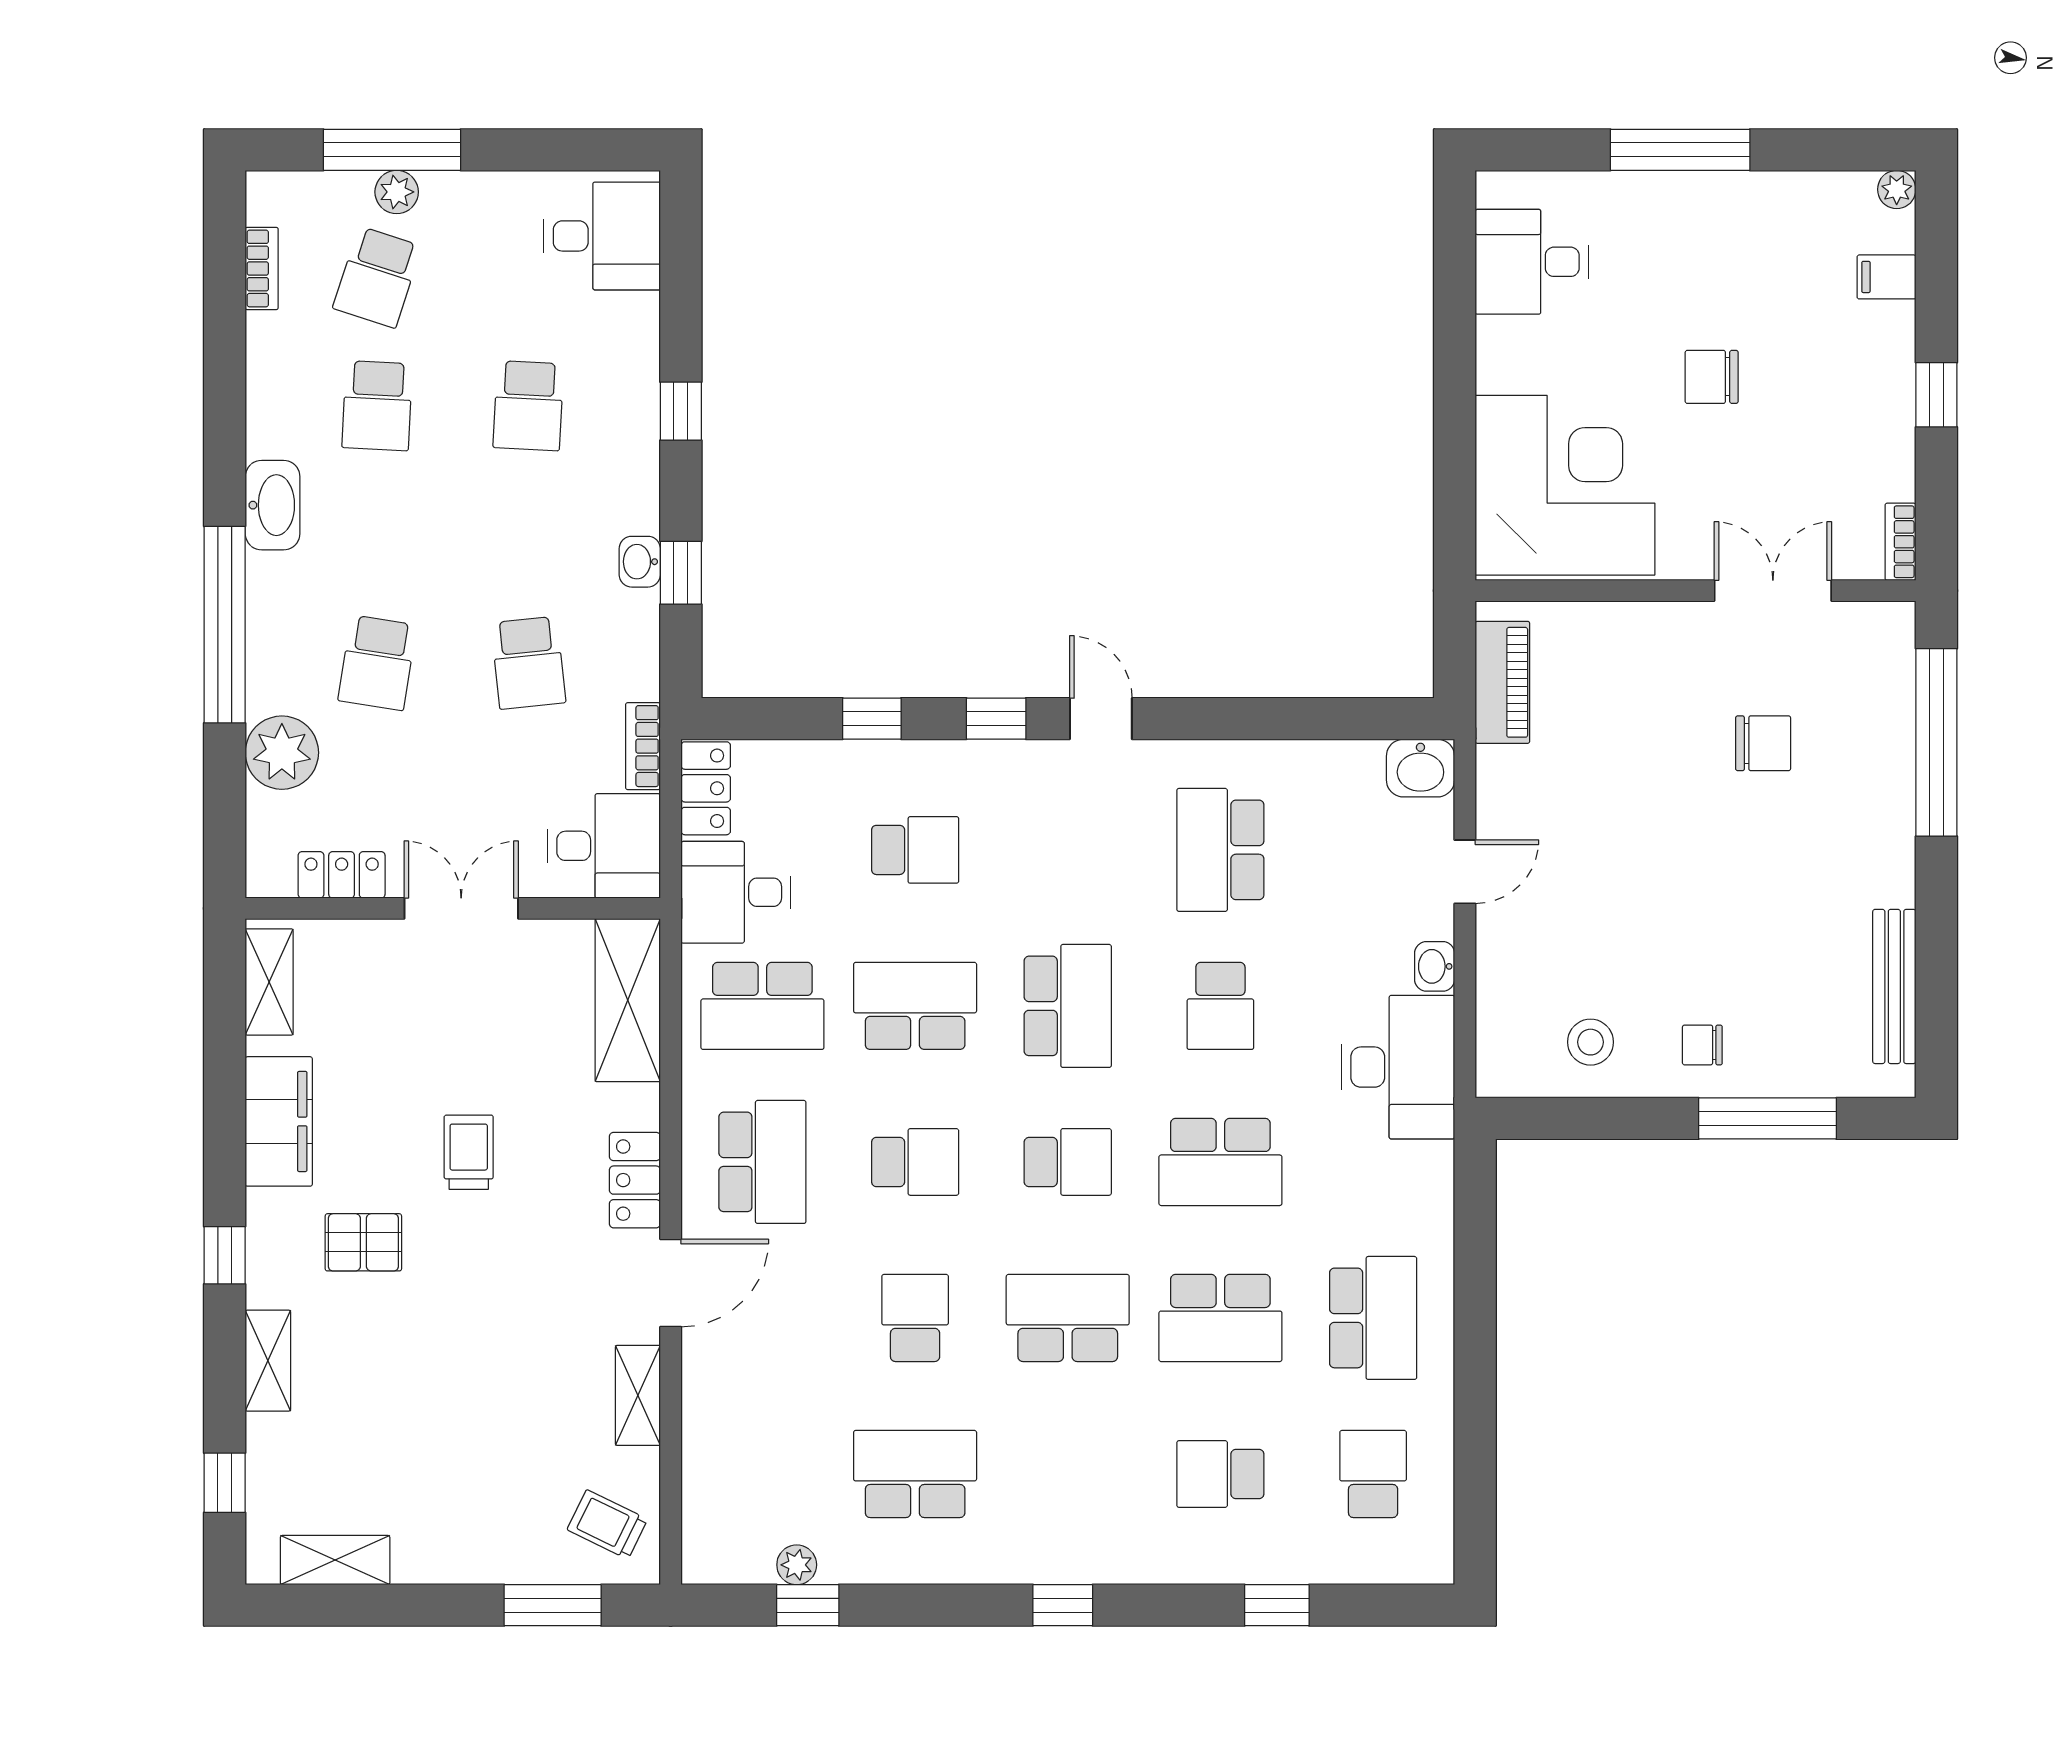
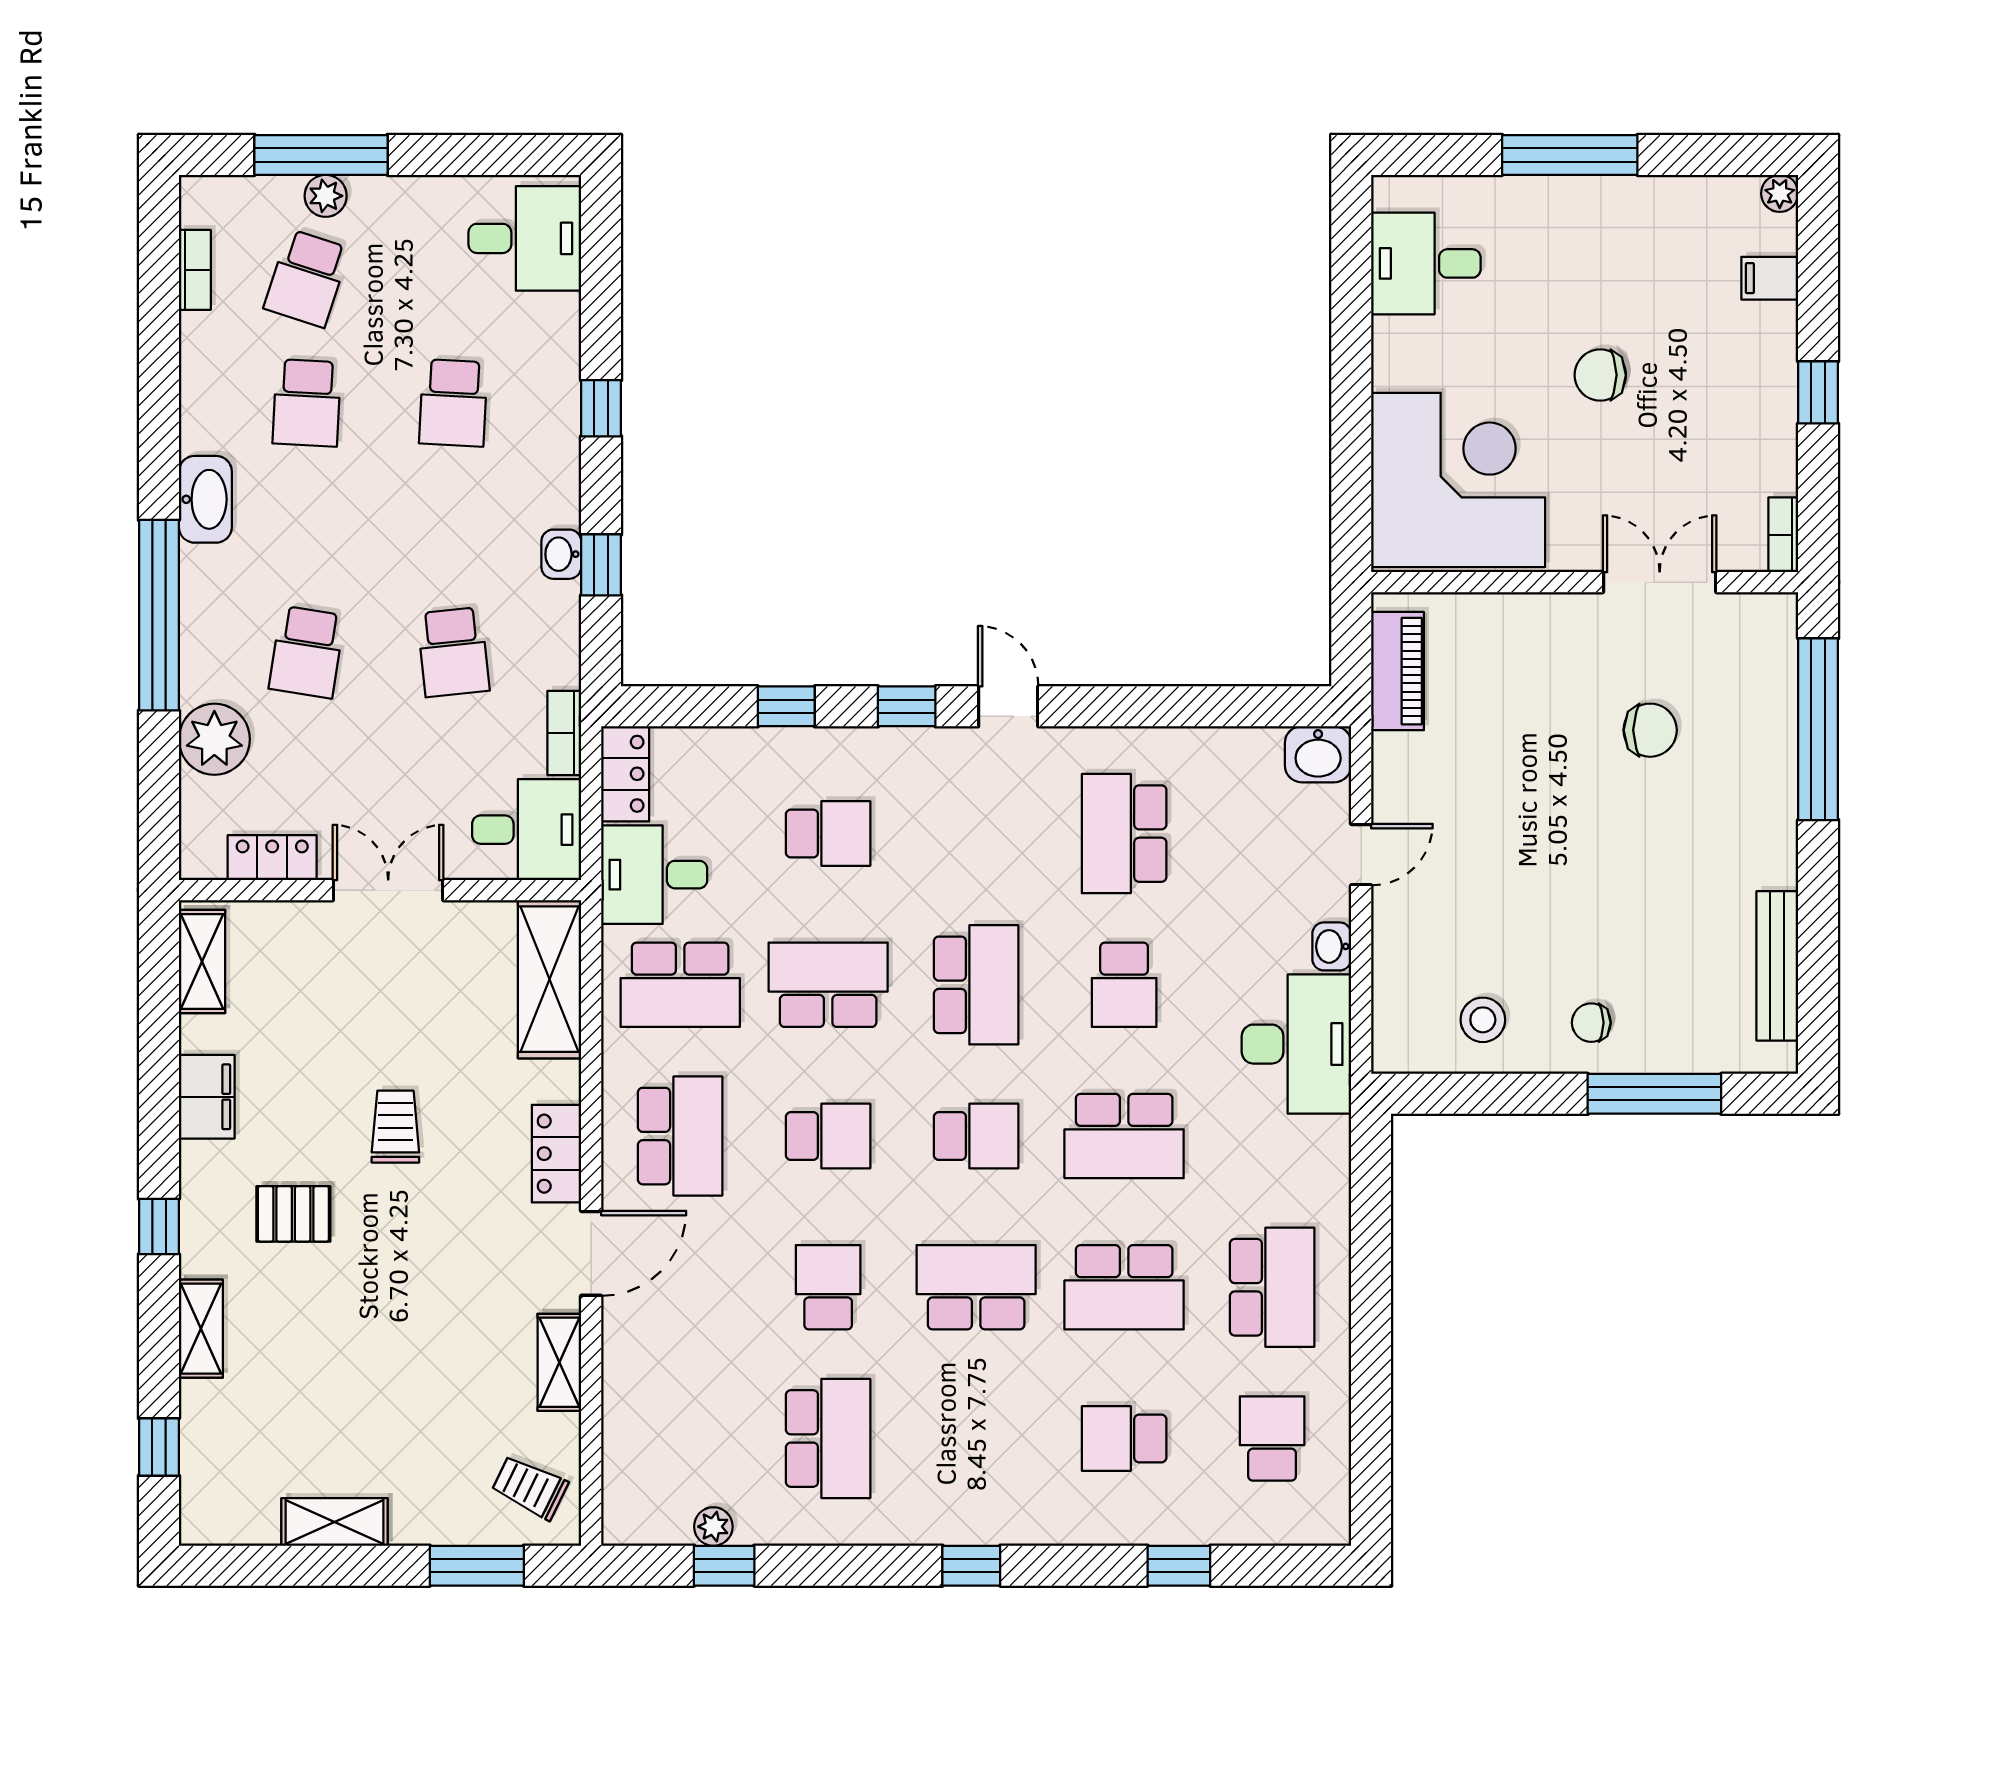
filing cabinet: (279, 1121) -> (207, 1097), width x0.67, depth x0.86
school desk: (915, 1474) -> (828, 1438), turned 90
shelving: (335, 1560) -> (334, 1522), moved

